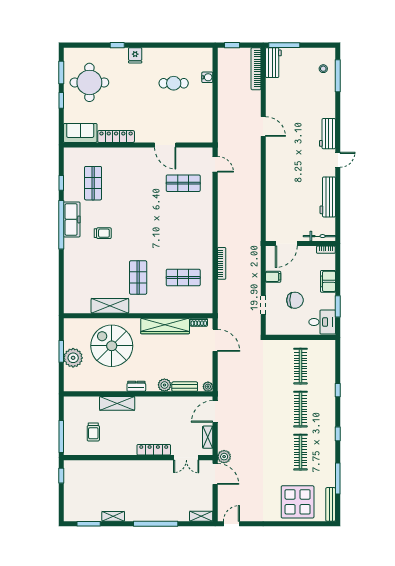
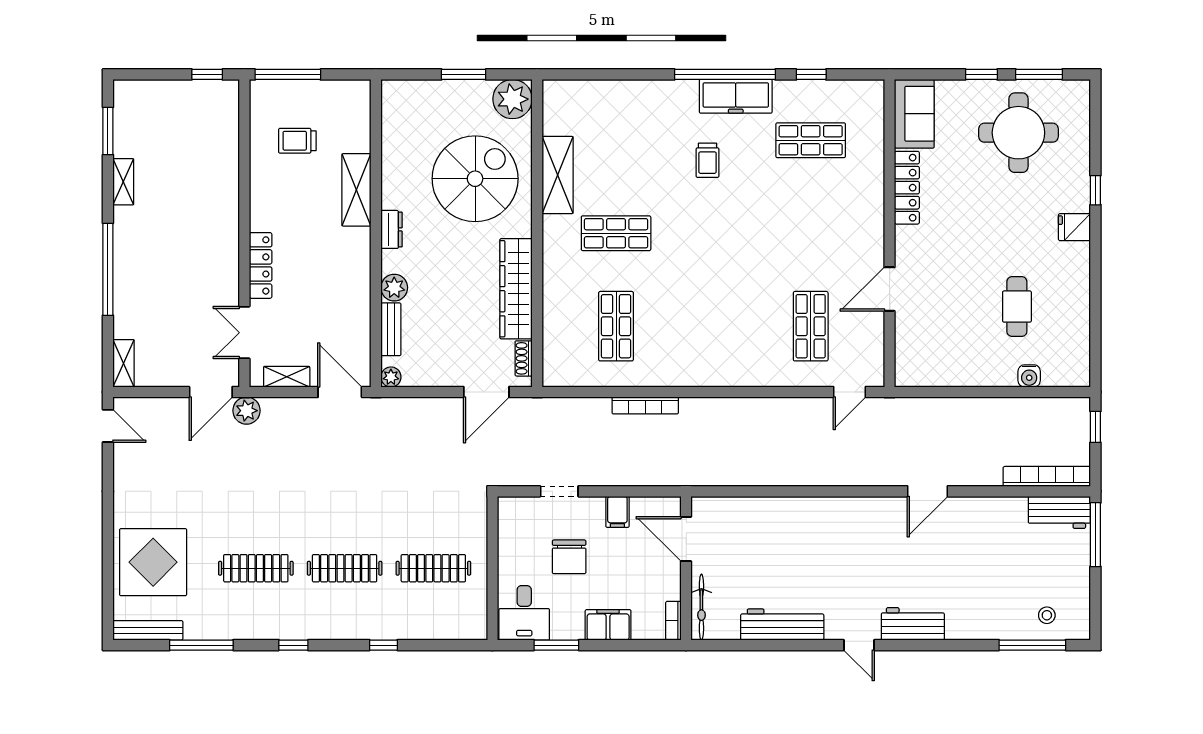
plant: (73, 358) -> (513, 99), moved

